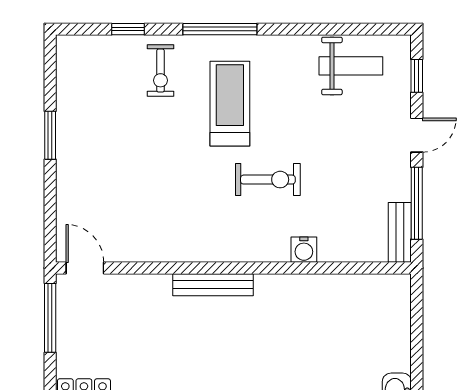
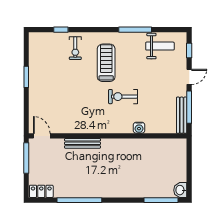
window: (220, 29) -> (135, 30), moved
exercise bike: (268, 180) -> (123, 97), turned 180
bench: (400, 232) -> (182, 115), width x1.36
bench: (213, 285) -> (83, 143), moved

